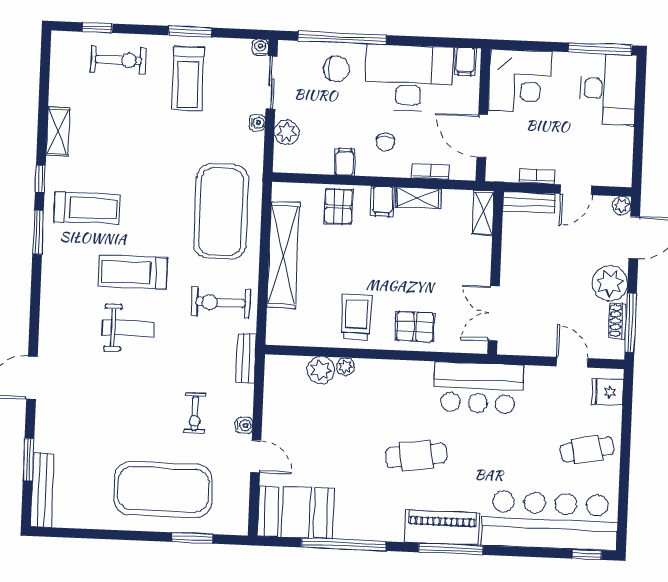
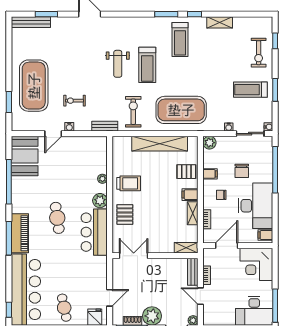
chair: (336, 69) -> (242, 171), moved
plant: (287, 132) -> (209, 143), moved
treadmill: (133, 272) -> (147, 65), turned 180
plant: (321, 370) -> (100, 201), moved
bar counter: (478, 388) -> (94, 232), moved

